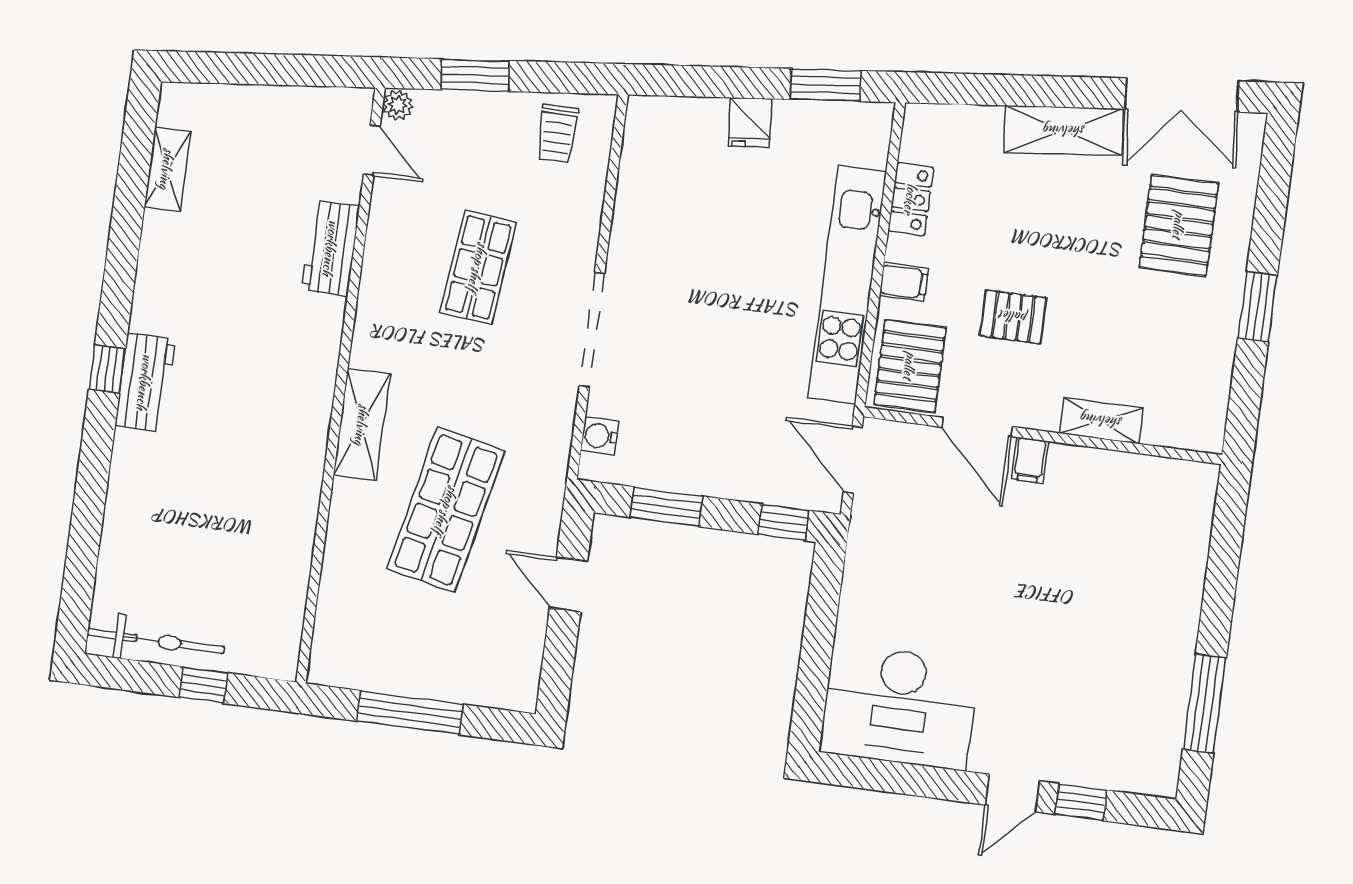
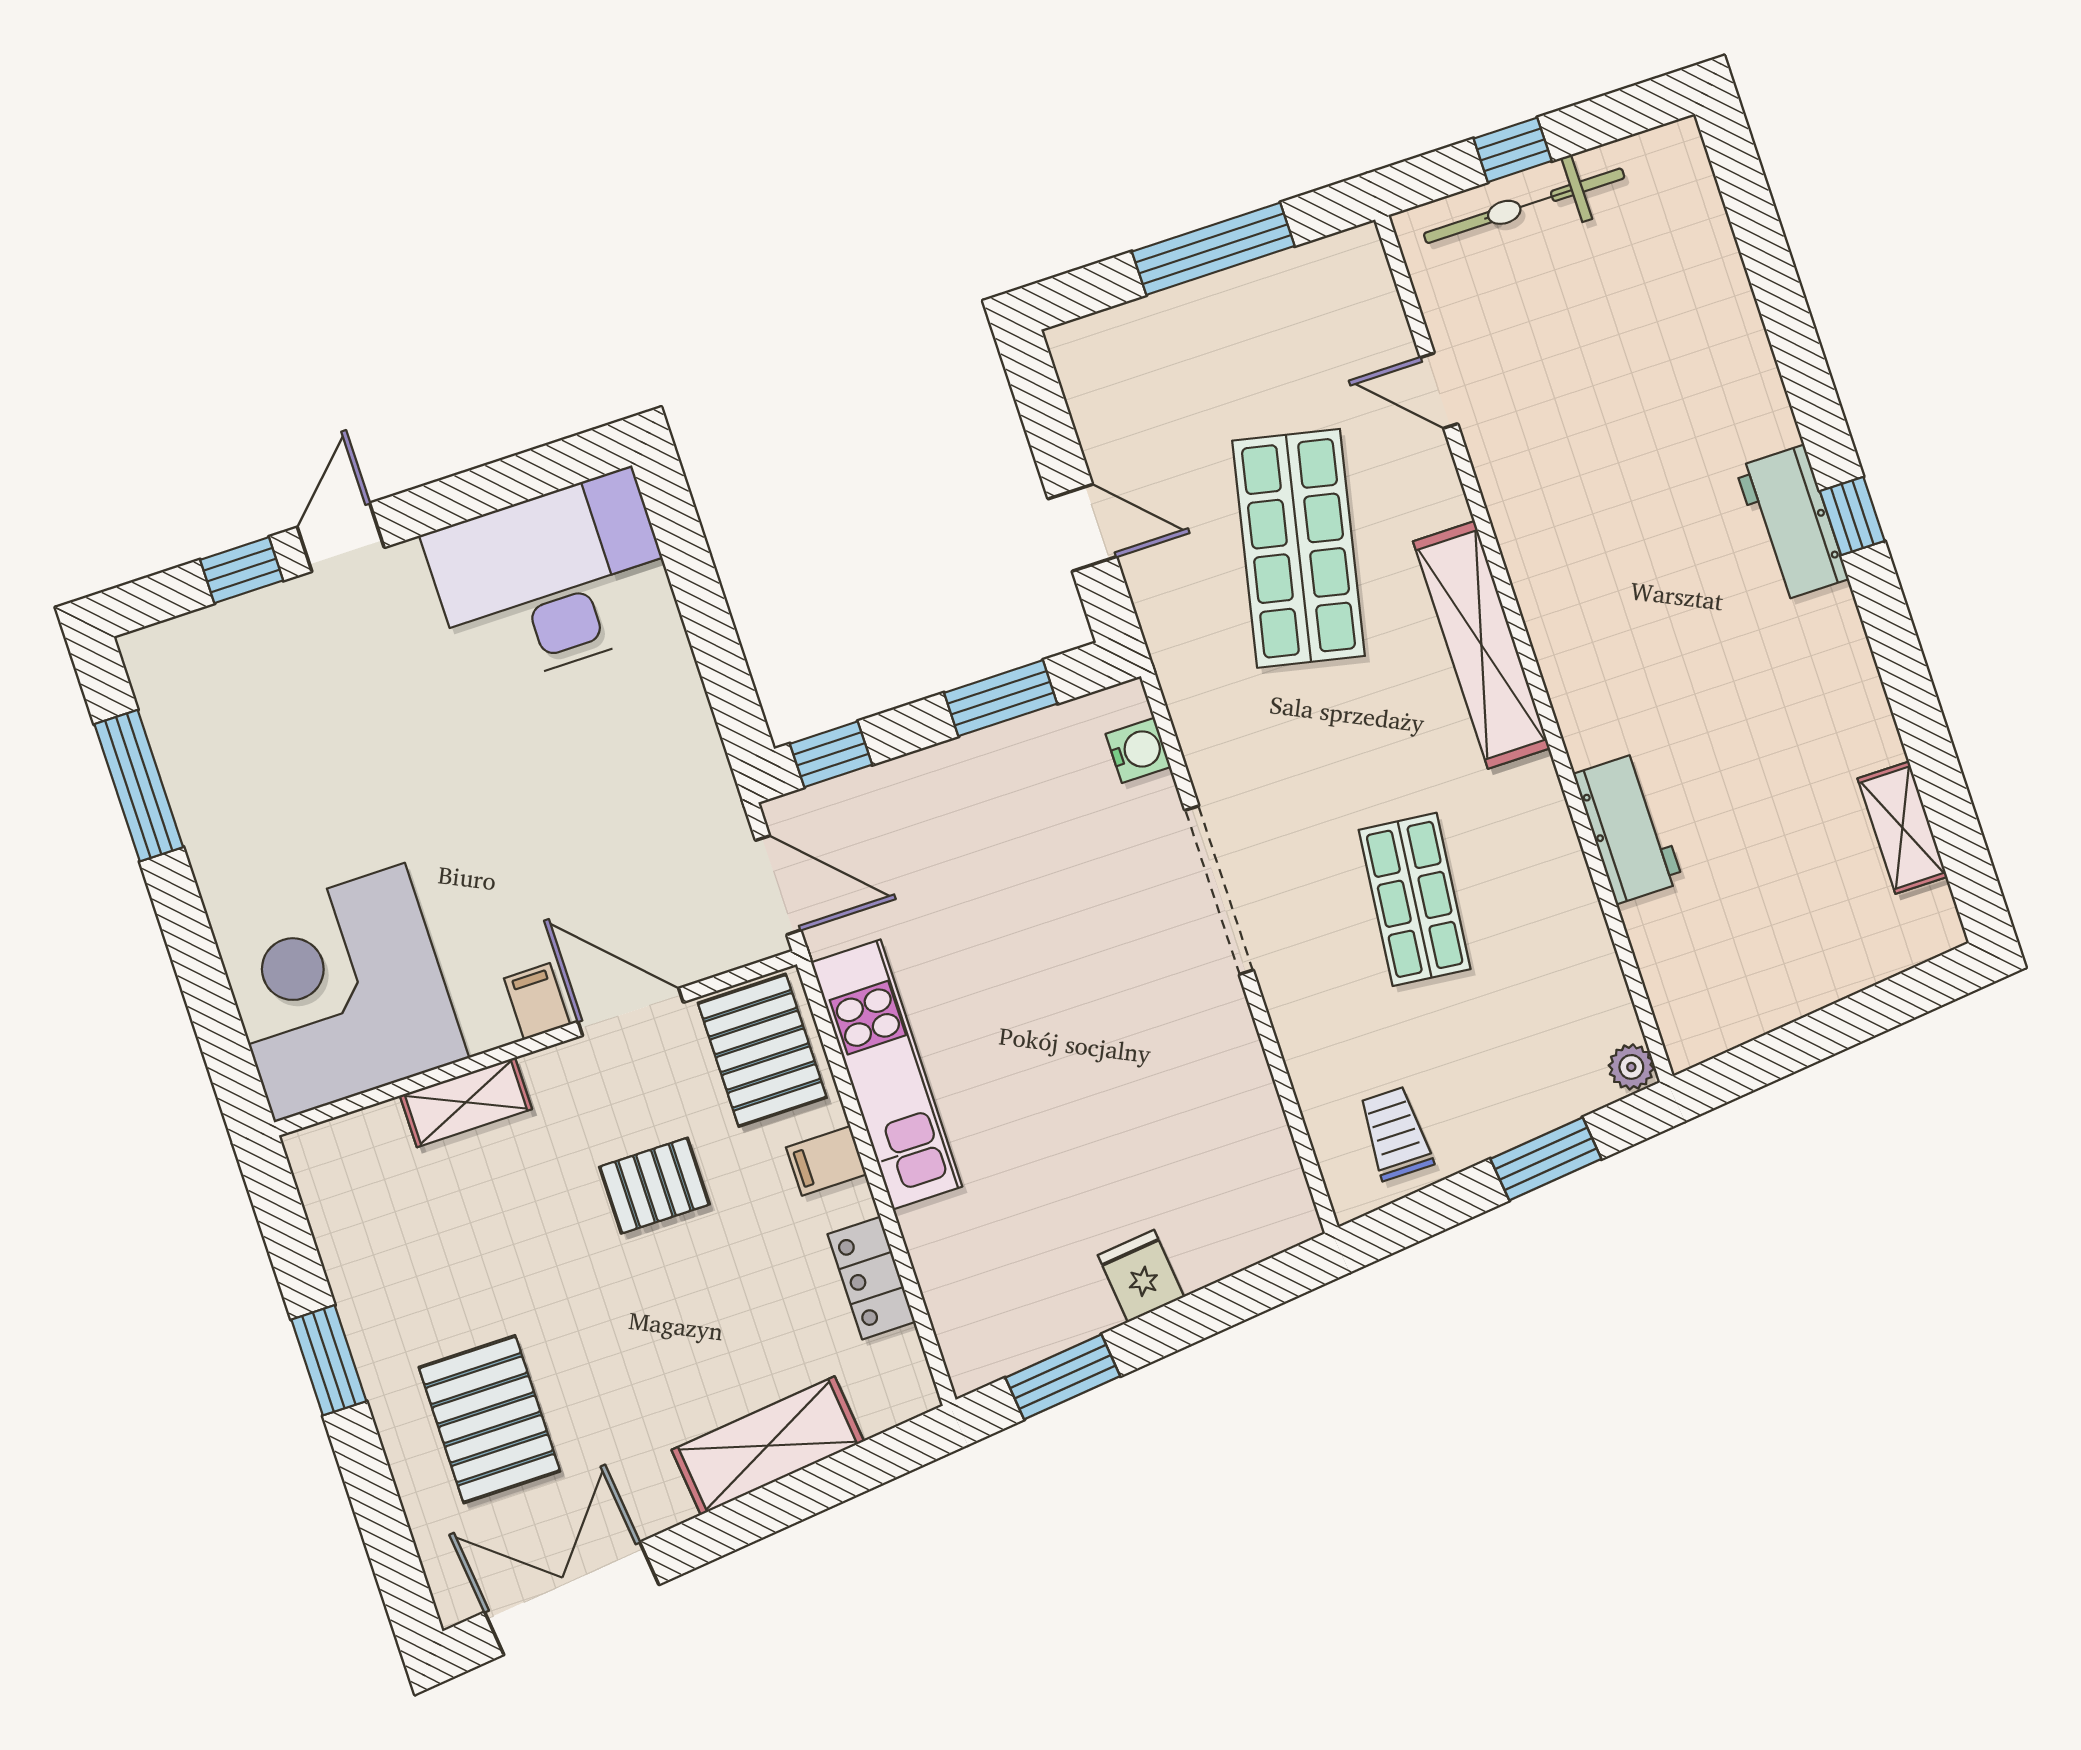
shelving: (1064, 131) -> (768, 1446), moved
door: (372, 150) -> (1439, 391), moved
kitchen unit: (847, 285) -> (887, 1074), width x0.73
shelving: (362, 425) -> (1481, 645), width x1.47
corner desk: (1145, 523) -> (340, 993), added
bicycle: (156, 641) -> (1524, 206), moved

